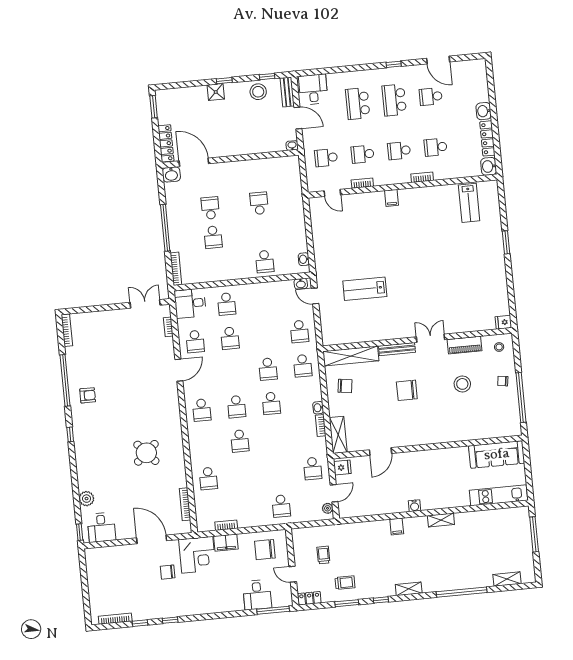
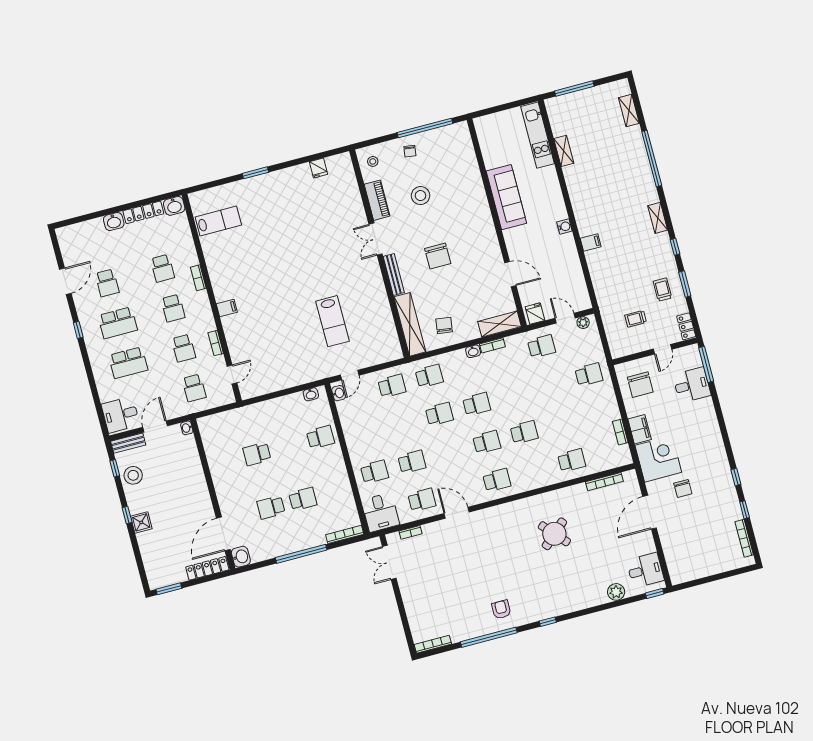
fridge: (503, 322) -> (318, 168), moved
sofa: (497, 454) -> (506, 197), moved
shelving: (441, 520) -> (564, 151), moved

